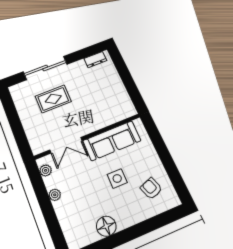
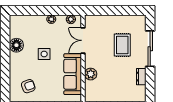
dresser: (95, 60) -> (141, 77), moved
plant: (102, 120) -> (91, 74), added
side table: (117, 178) -> (44, 54), moved

